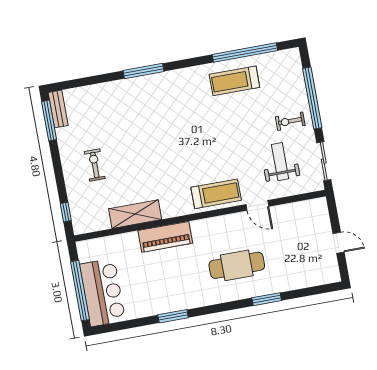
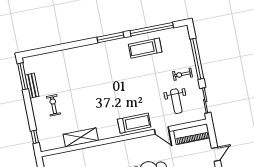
window: (143, 71) -> (110, 37), moved
bench: (58, 109) -> (32, 86), moved
weight bench: (280, 162) -> (176, 101), turned 180
piano: (165, 237) -> (192, 134), moved
door: (339, 243) -> (216, 154), hinge flipped

